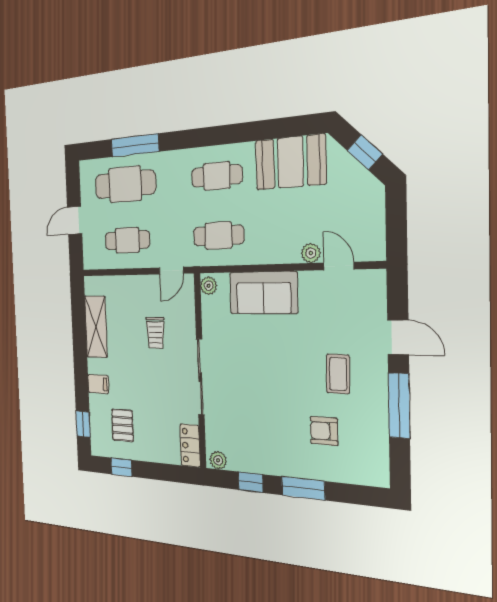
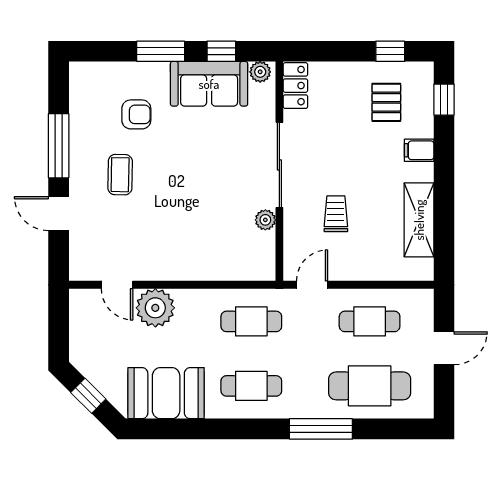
window: (135, 145) -> (321, 429), moved
plant: (311, 253) -> (155, 308), width x1.88, depth x1.88
plant: (209, 286) -> (265, 220), moved
sofa: (263, 293) -> (209, 84), moved, turned 180

